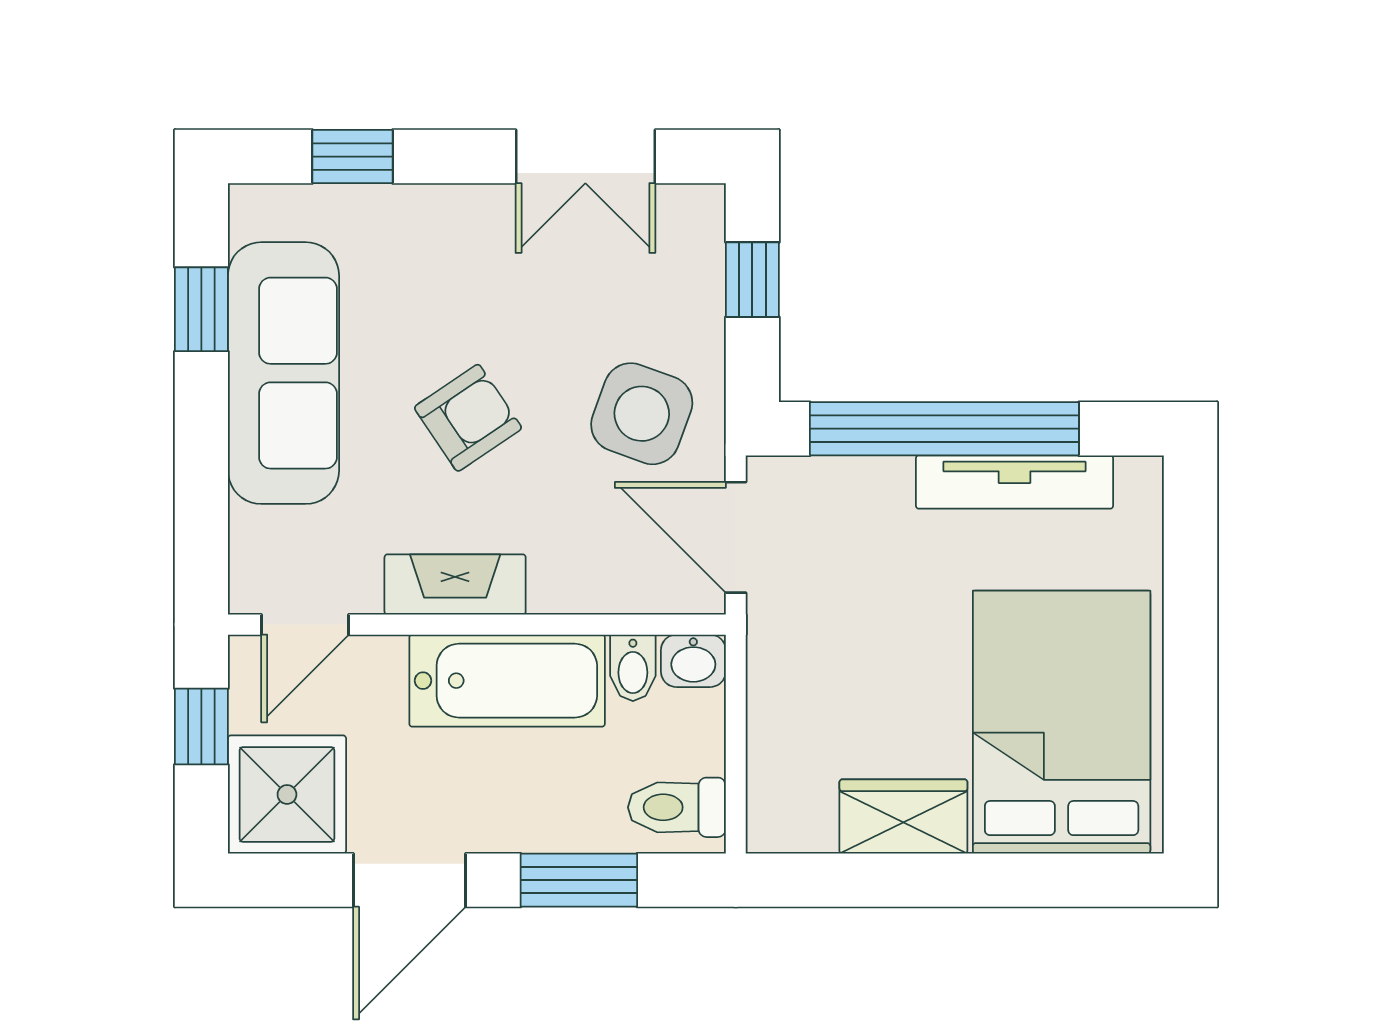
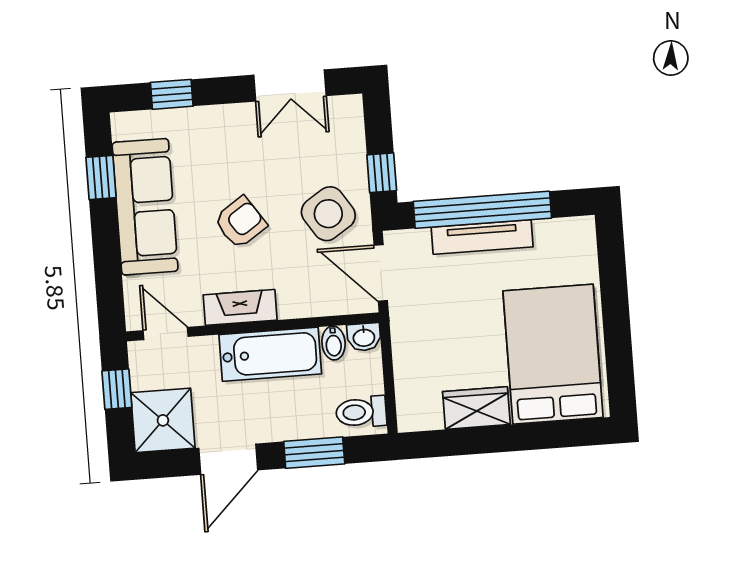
window: (752, 280) -> (382, 173), moved
side table: (642, 414) -> (328, 214), turned 37
tv unit: (1015, 482) -> (482, 237), moved
door: (305, 625) -> (166, 333), swing flipped

